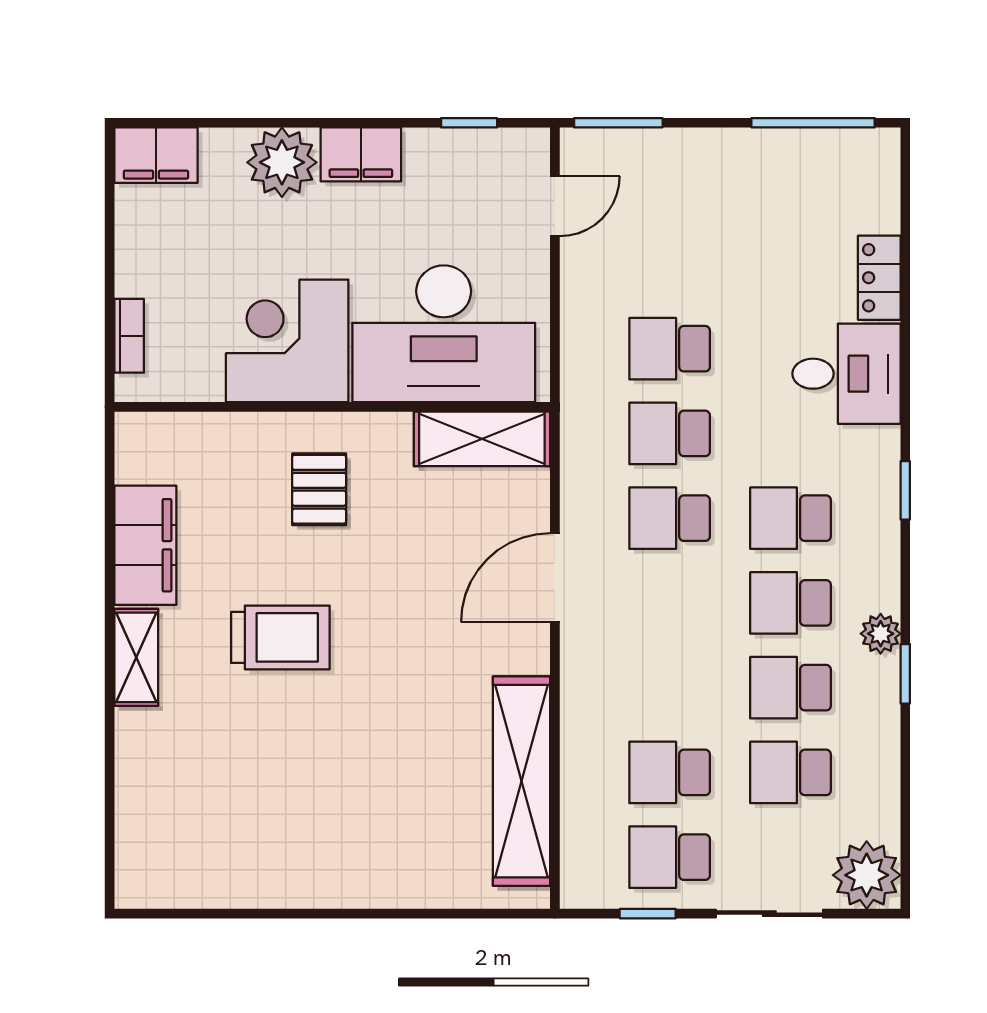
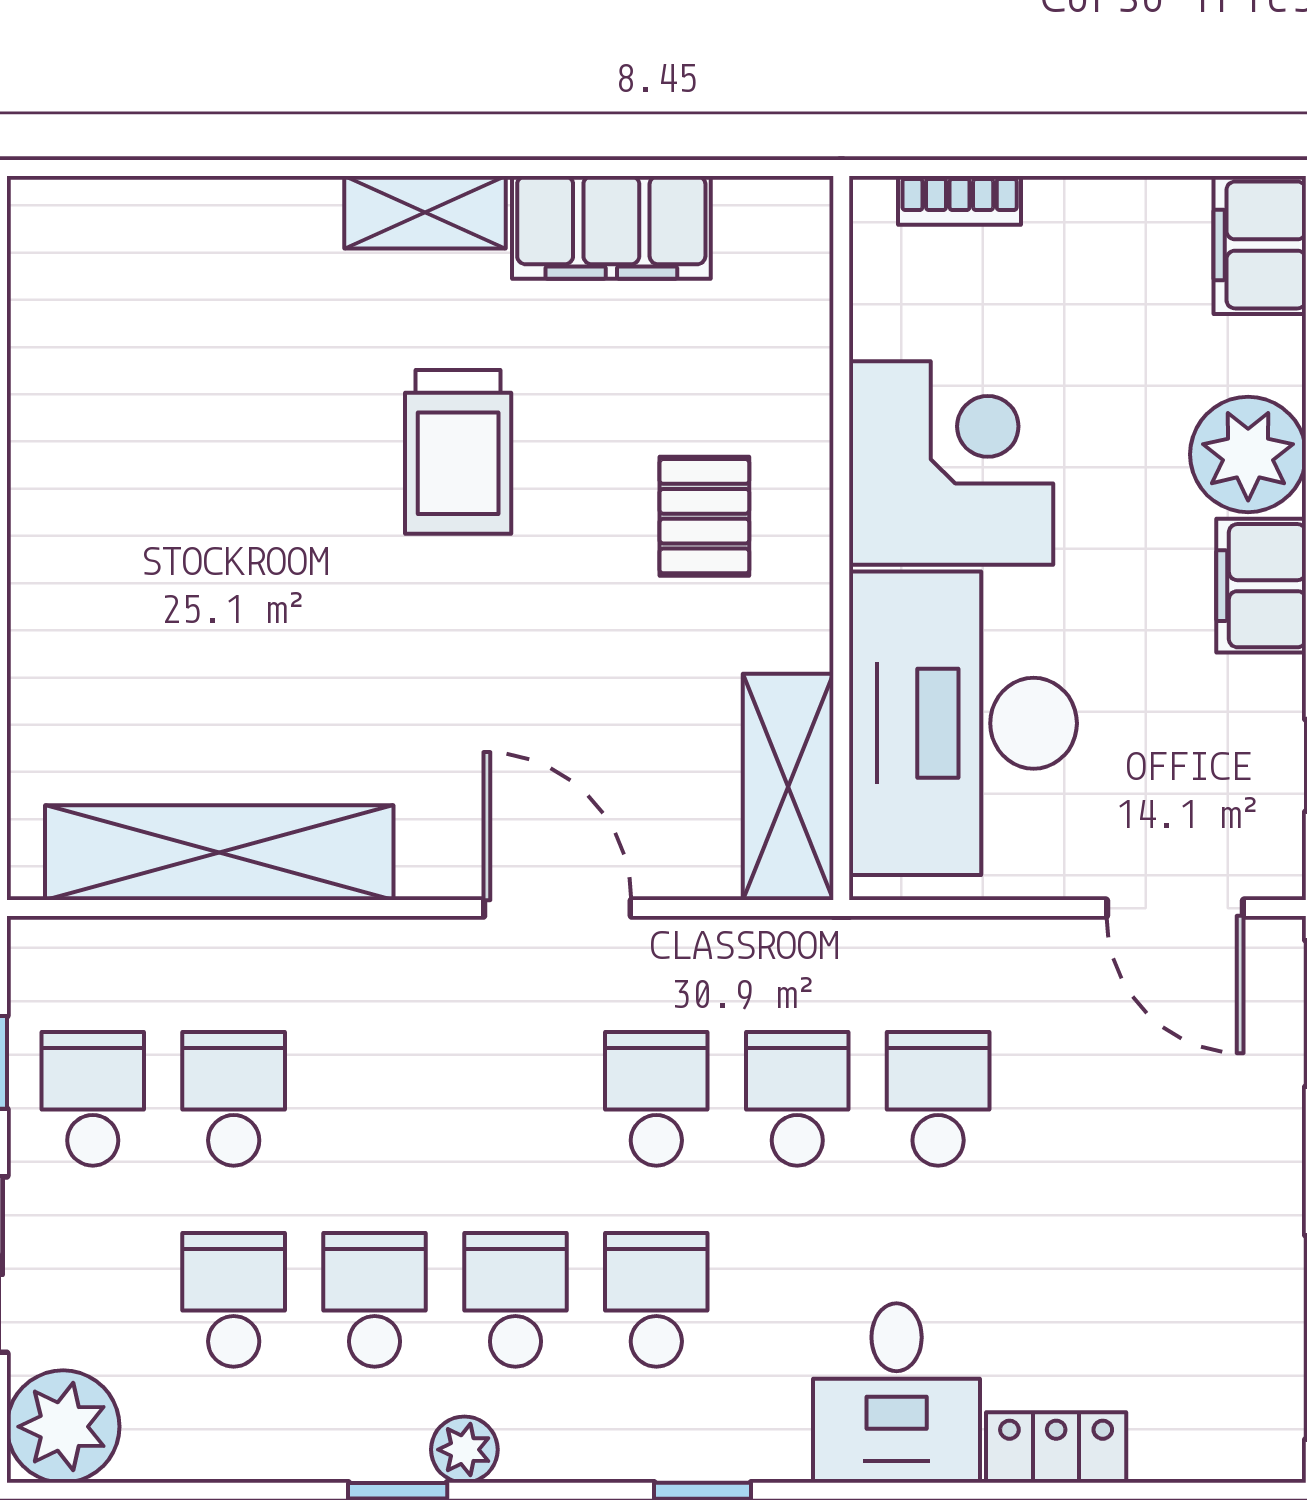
door: (555, 206) -> (1175, 908), width x1.38
pallet: (319, 489) -> (704, 516), turned 90

